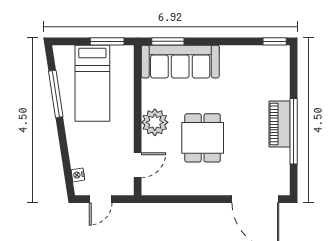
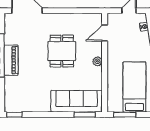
plant: (155, 122) -> (97, 61), width x0.53, depth x0.53

